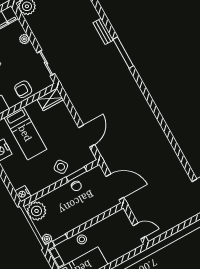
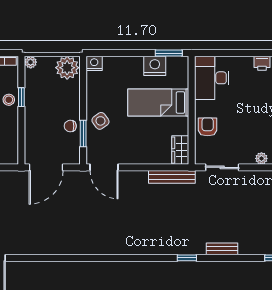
window: (123, 53) -> (187, 258), width x0.46
bench: (72, 95) -> (172, 177), added
door: (87, 136) -> (104, 167), moved
window: (60, 240) -> (21, 97), moved

